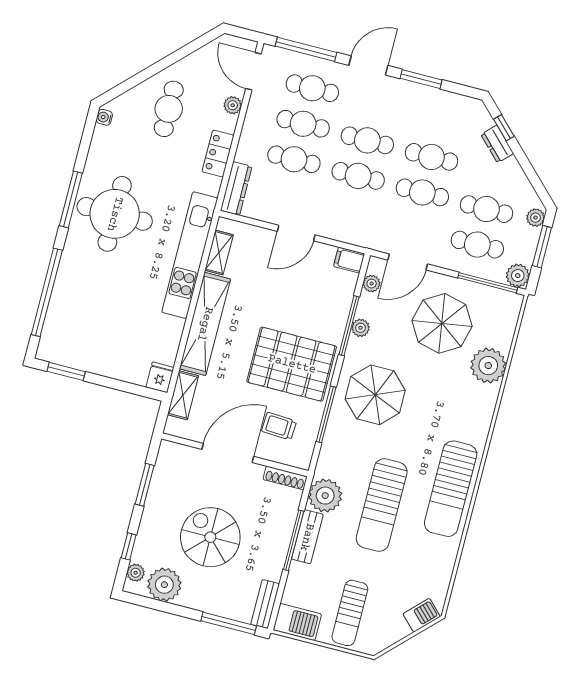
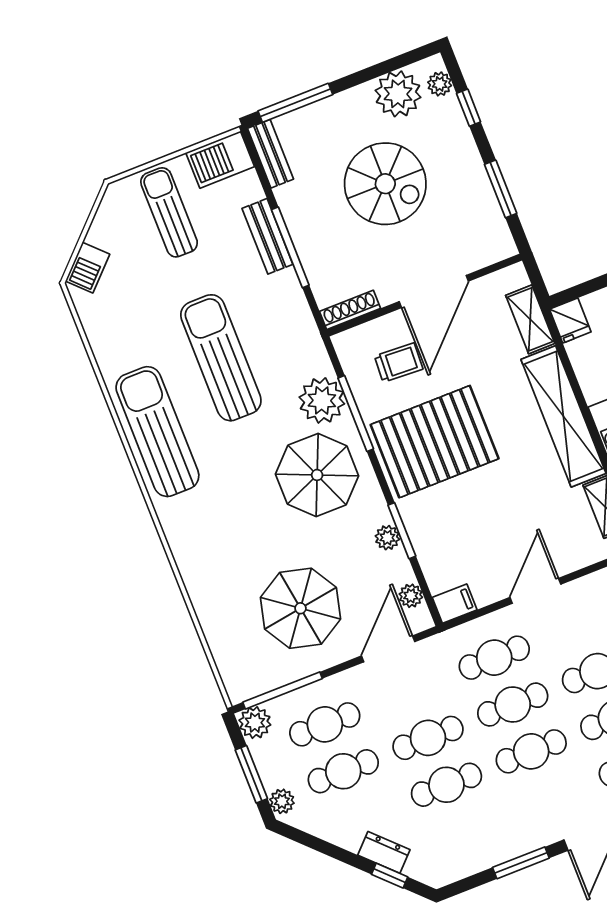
cafe table: (349, 211) -> (494, 658), added
window: (349, 326) -> (402, 531), width x0.69
plant: (488, 366) -> (215, 599), removed
plant: (325, 496) -> (322, 400), moved
bench: (307, 537) -> (267, 236), moved

